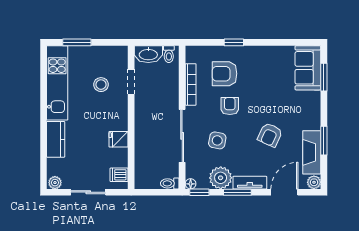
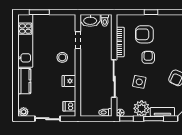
stool: (101, 85) -> (62, 57), moved

